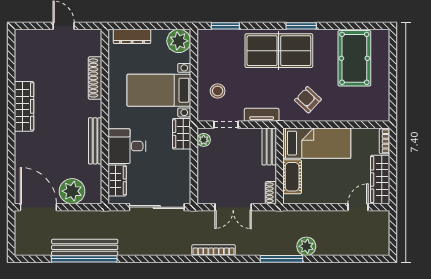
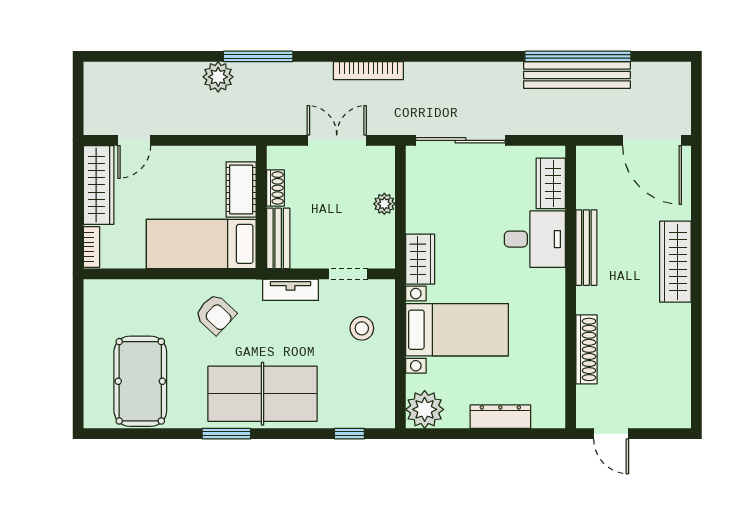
window: (225, 26) -> (349, 434), width x0.67
shoe rack: (95, 78) -> (586, 349), moved
wardrobe: (24, 106) -> (675, 262), moved
wall: (105, 117) -> (571, 287), moved
plant: (204, 140) -> (384, 204), moved
bench: (95, 141) -> (586, 248), moved
desk: (127, 146) -> (535, 239), moved
wardrobe: (117, 180) -> (551, 183), moved
plant: (72, 191) -> (598, 166), removed
shoe rack: (271, 193) -> (275, 188), moved

